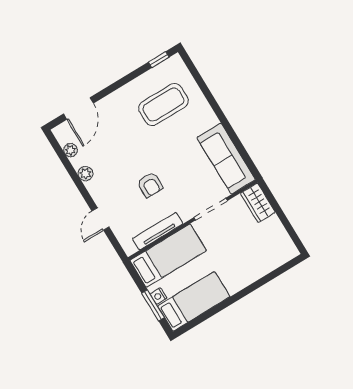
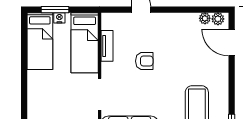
plant: (85, 174) -> (218, 19), moved
armchair: (150, 185) -> (144, 61), turned 180
tv unit: (158, 231) -> (107, 46), width x0.71

